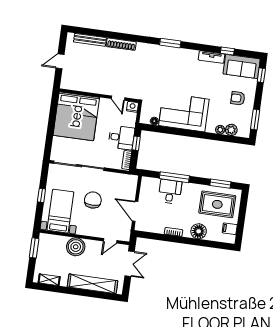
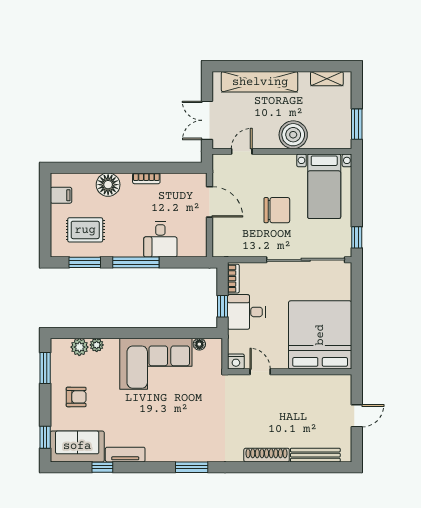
window: (174, 177) -> (136, 262), moved
window: (41, 195) -> (357, 237), moved
chair: (93, 200) -> (277, 210), turned -90
rug: (217, 204) -> (85, 230), width x0.73, depth x0.70

